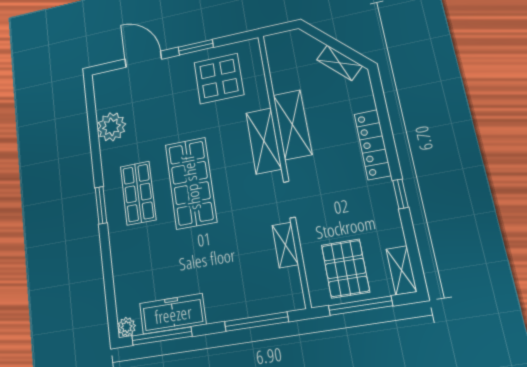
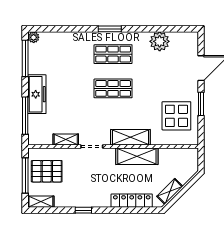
locker: (373, 145) -> (132, 201), moved
shop shelf: (191, 183) -> (113, 88), width x0.70, depth x0.74
freezer: (173, 314) -> (37, 94), moved

